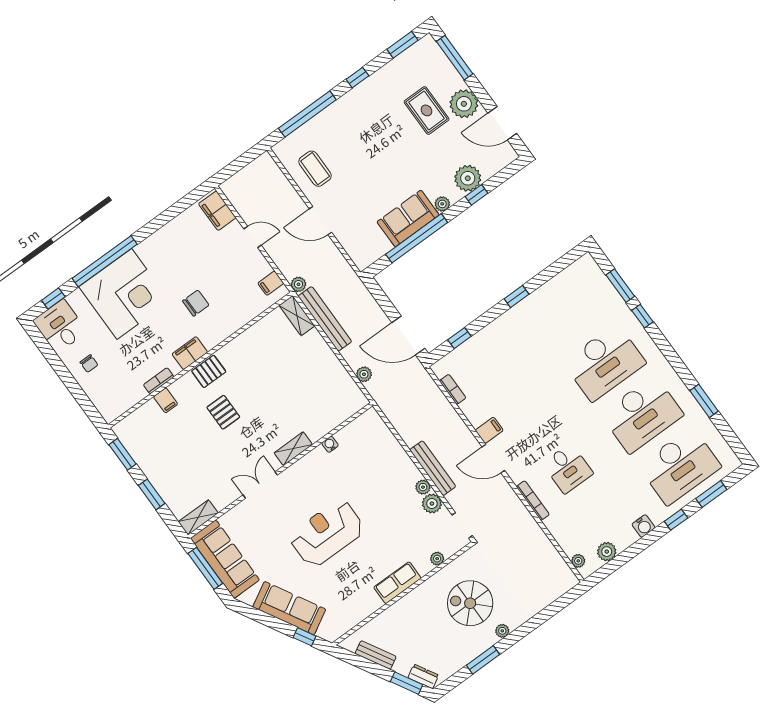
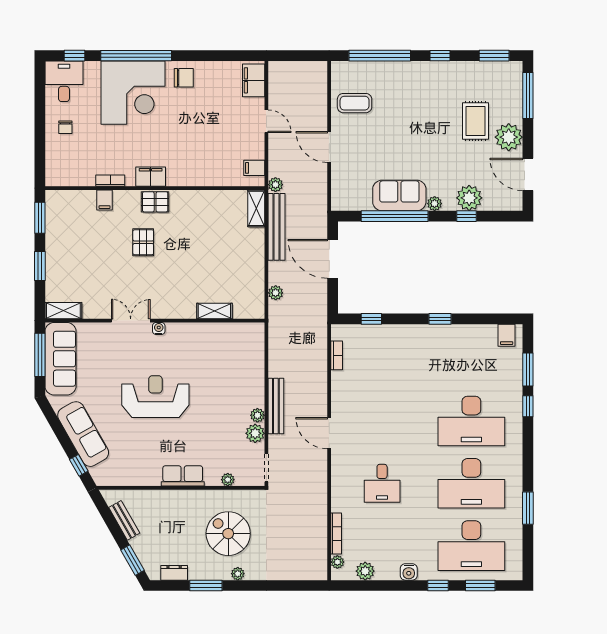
coffee table: (315, 169) -> (355, 103), turned 90
chair: (196, 303) -> (184, 78), moved
door: (408, 336) -> (333, 259), moved
filing cabinet: (489, 430) -> (507, 335), moved, turned 90
water cooler: (330, 444) -> (159, 328), moved
shelving: (293, 449) -> (214, 311), moved
bookcase: (533, 501) -> (336, 533), moved
dresser: (423, 676) -> (174, 573), moved, turned -60

